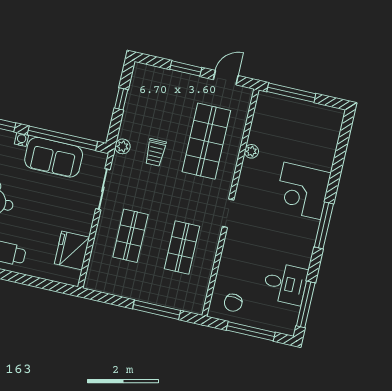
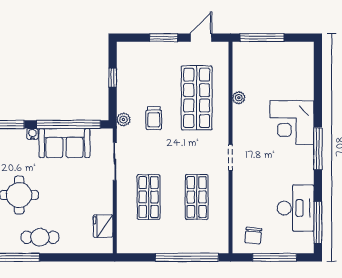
fridge: (72, 251) -> (103, 226), width x0.73, depth x0.75
desk: (285, 284) -> (296, 208), width x1.37
window: (157, 310) -> (187, 257), width x1.46

